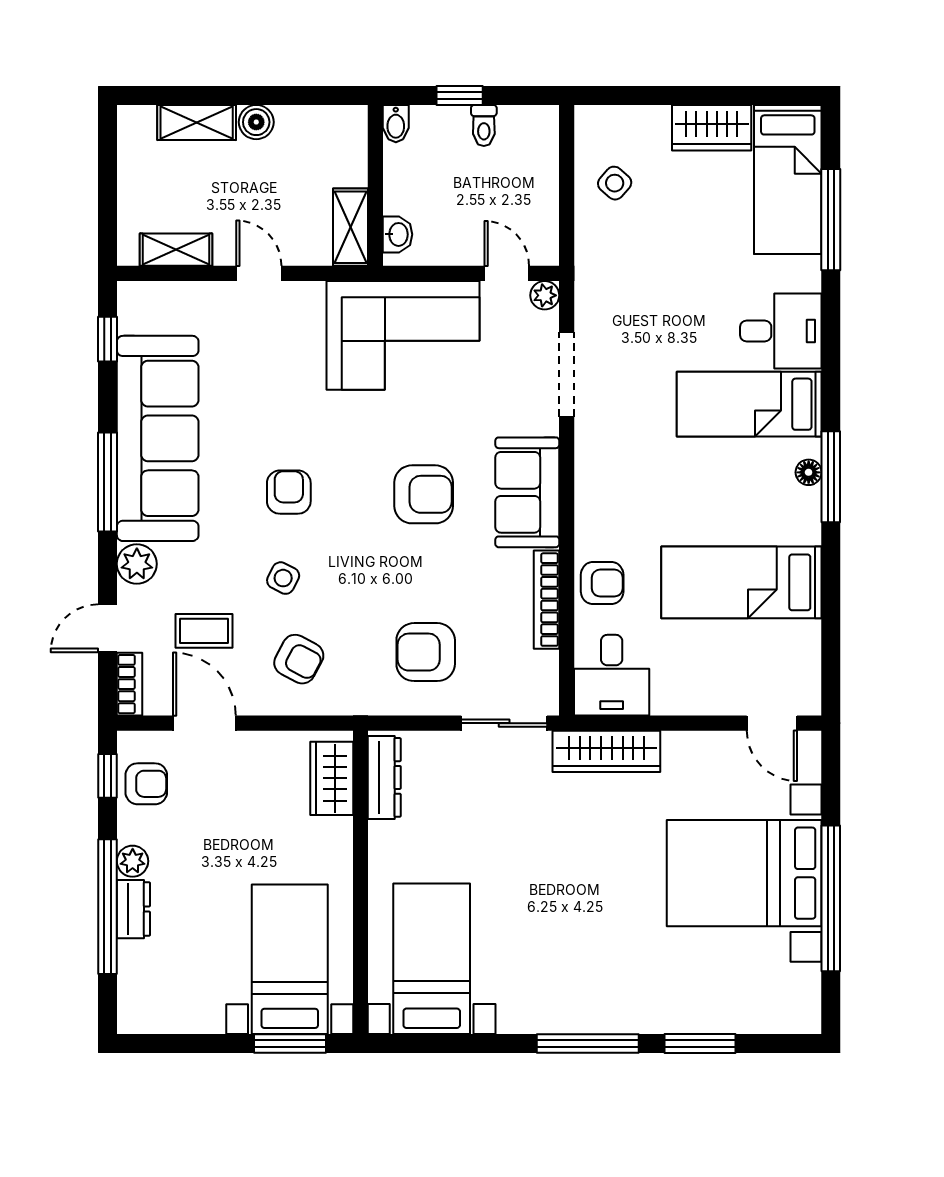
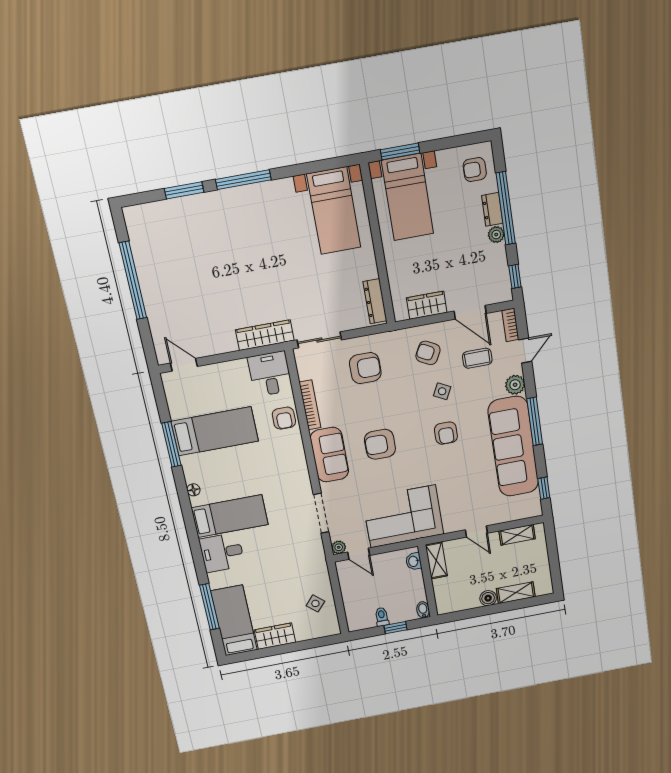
window: (831, 477) -> (171, 444), moved
armchair: (602, 583) -> (284, 418), turned -90
wardrobe: (332, 778) -> (427, 305), moved, turned -90
armchair: (146, 784) -> (475, 170), moved
bed with nightstands: (744, 873) -> (181, 286), removed

